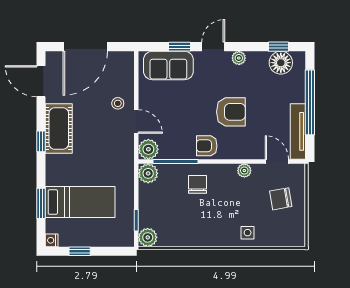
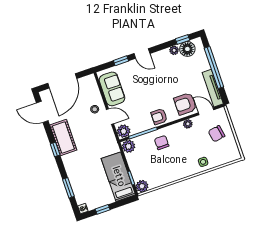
door: (213, 47) -> (142, 53), swing flipped
plant: (239, 58) -> (174, 50), moved
sofa: (168, 65) -> (112, 89), moved, turned -90
armchair: (231, 112) -> (185, 104), moved, turned 180
bed: (80, 202) -> (118, 177), moved, turned -90

